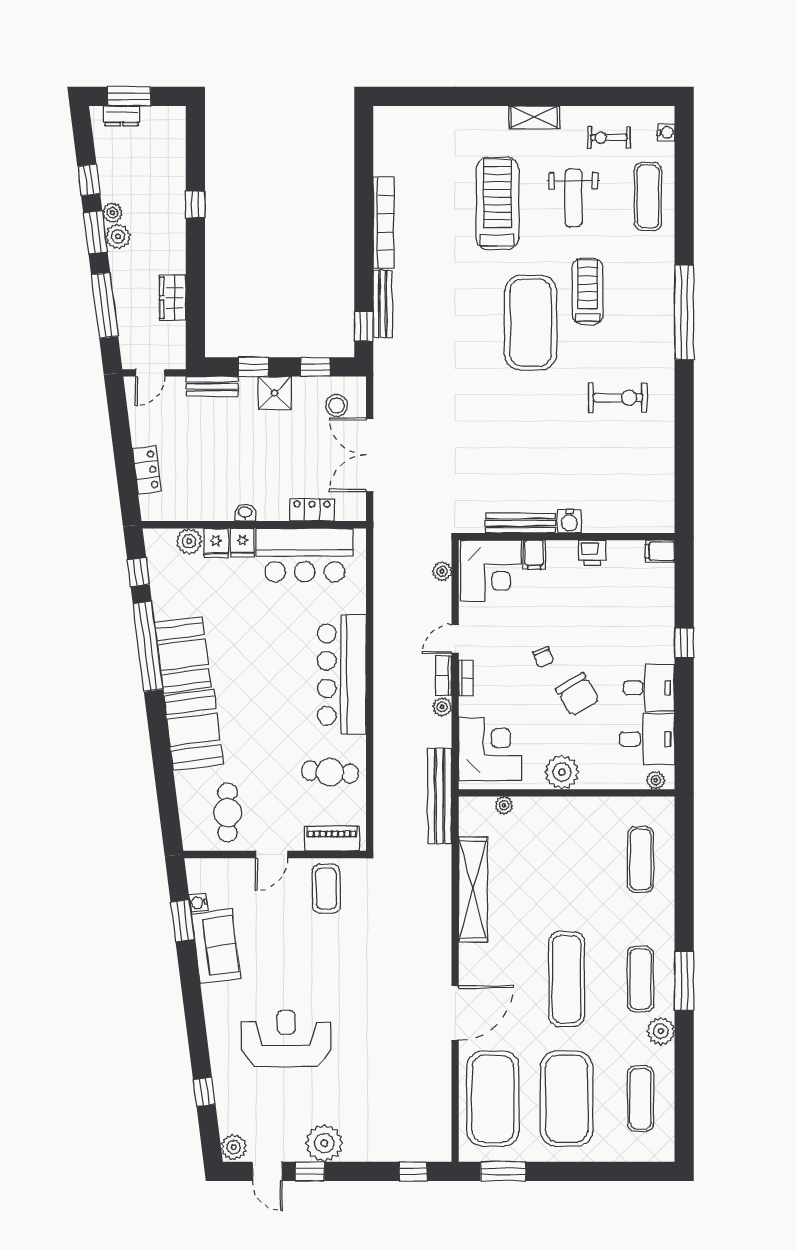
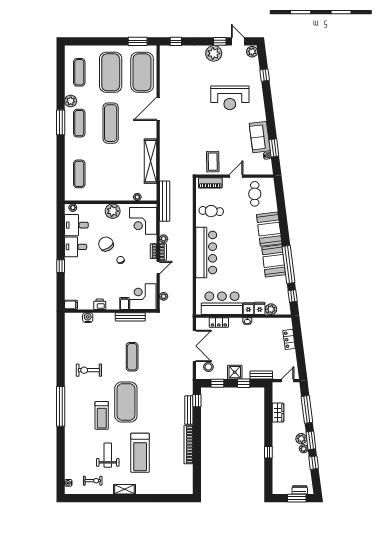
exercise mat: (648, 196) -> (132, 357), moved
water cooler: (569, 521) -> (88, 318), moved

